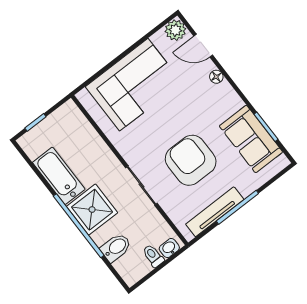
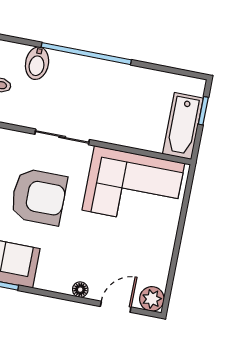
corner sofa: (134, 85) -> (133, 187), moved, turned -90
bathtub: (59, 176) -> (183, 126), moved, turned 90
shower: (92, 210) -> (87, 78), removed

